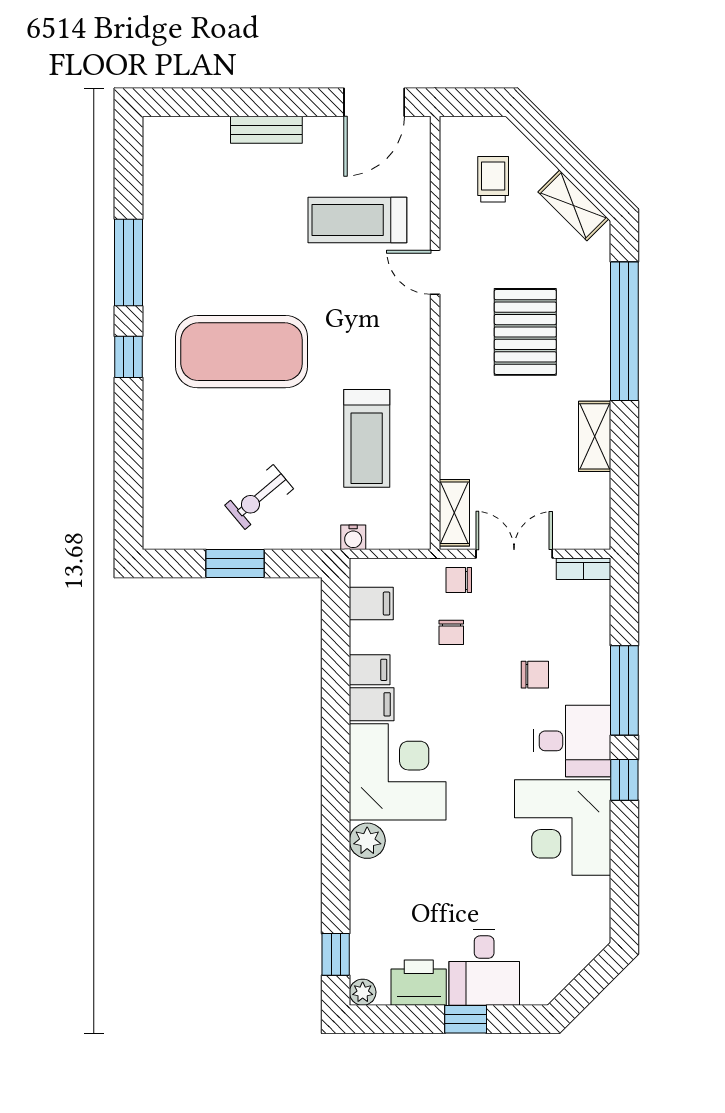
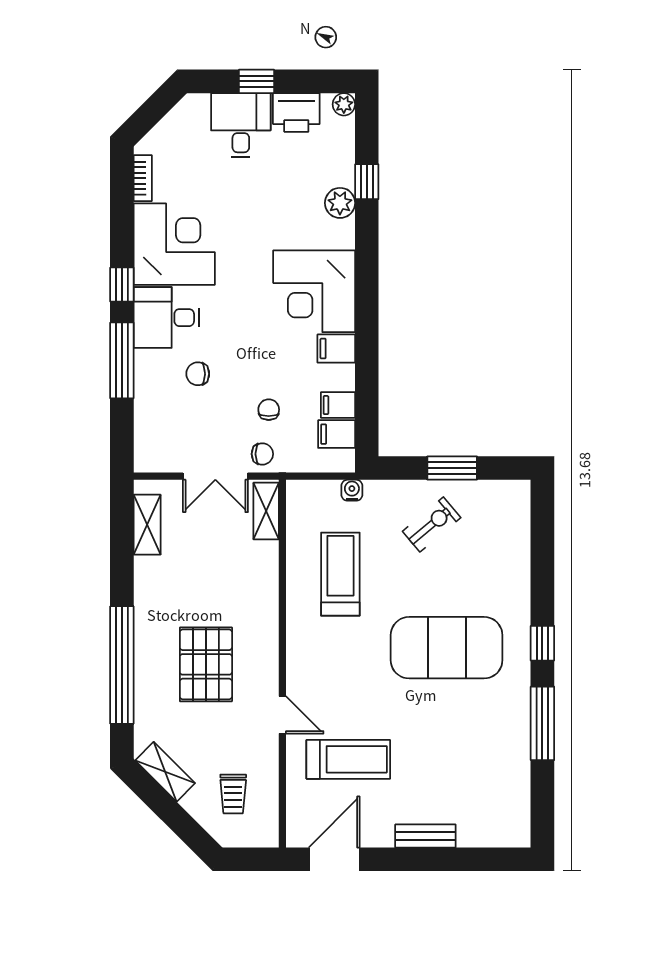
shelving: (595, 436) -> (147, 525), moved
bookcase: (583, 569) -> (143, 178), moved, turned 90
filing cabinet: (370, 670) -> (338, 405), moved
plant: (367, 841) -> (340, 203), moved
window: (336, 954) -> (367, 182), moved

